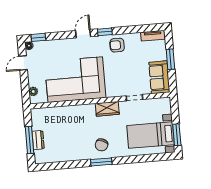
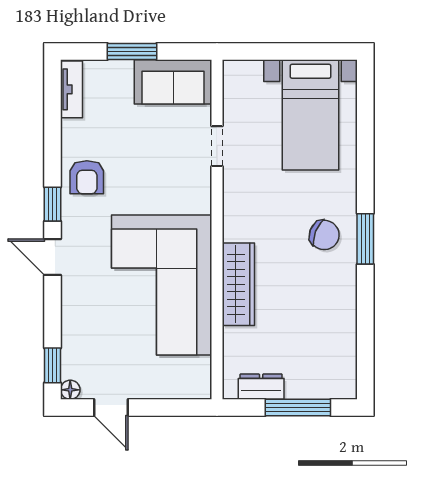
plant: (33, 91) -> (182, 388), removed
wardrobe: (107, 109) -> (238, 284), moved, width x1.50
window: (177, 135) -> (315, 52), removed
dresser: (38, 140) -> (261, 387), moved

